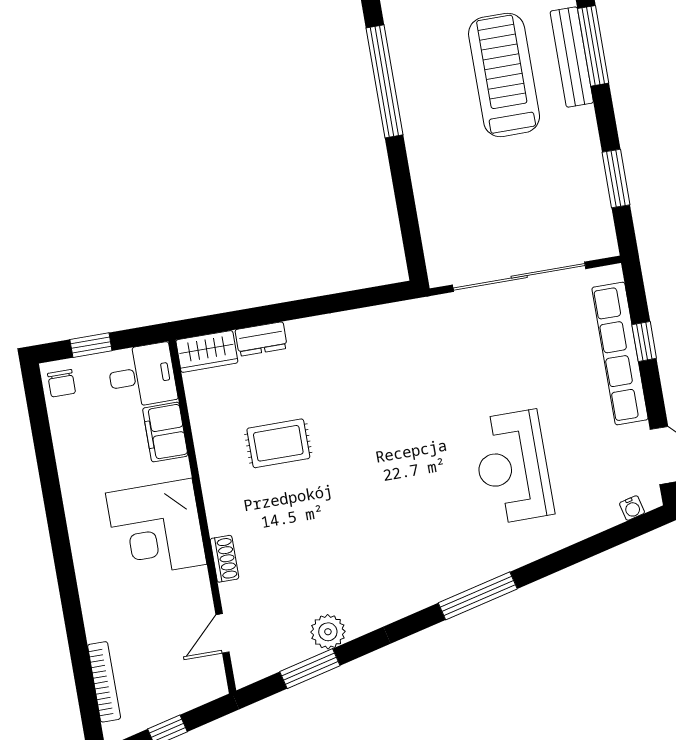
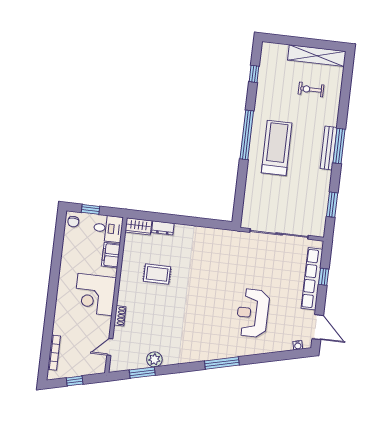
treadmill: (504, 75) -> (277, 148), moved

